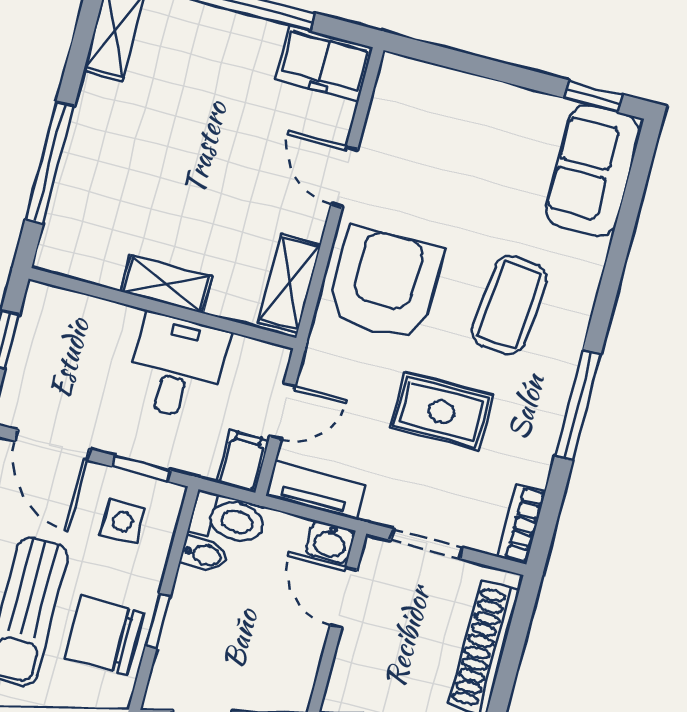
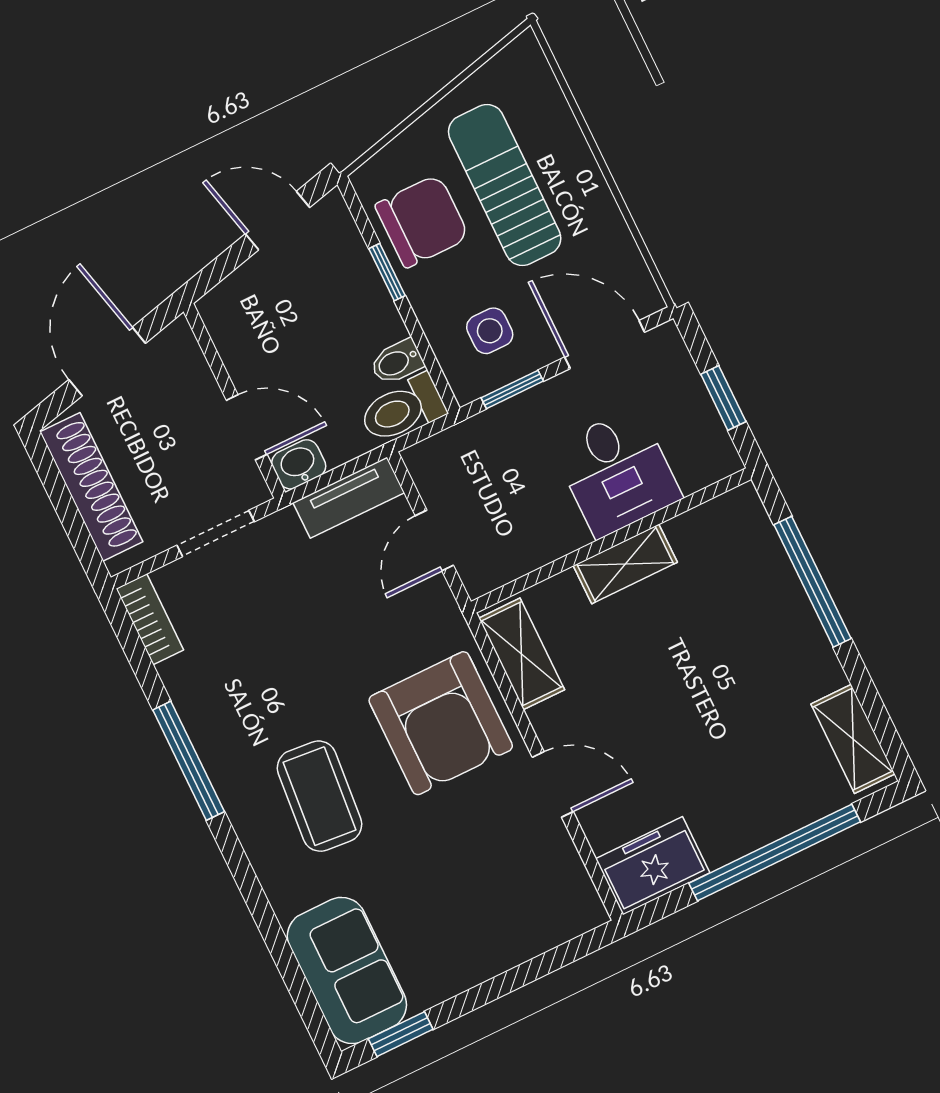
desk: (177, 366) -> (617, 472), moved
rug: (442, 412) -> (299, 656), removed
filing cabinet: (243, 462) -> (432, 469), removed

